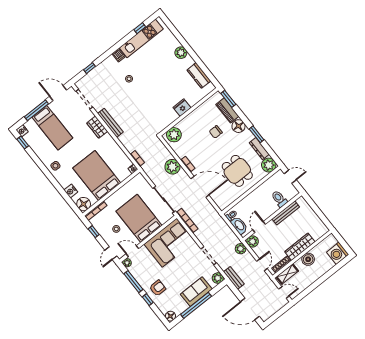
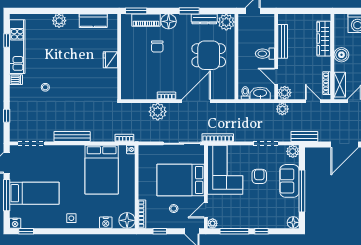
wardrobe: (97, 127) -> (66, 152), removed
plant: (174, 135) -> (129, 87), removed
bed: (97, 175) -> (102, 170), moved, turned -90
toilet: (279, 199) -> (265, 54), moved
wardrobe: (300, 247) -> (324, 39), moved
armchair: (158, 288) -> (259, 176), moved

